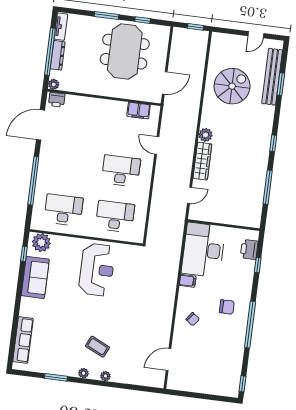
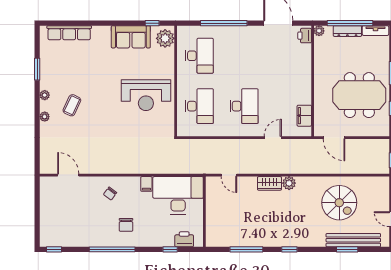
wardrobe: (202, 161) -> (269, 183), width x0.67

